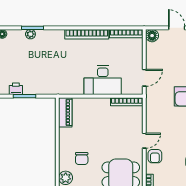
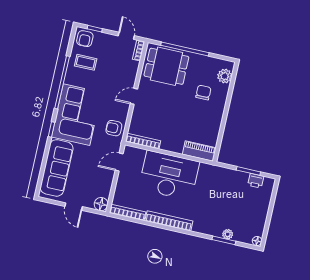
desk: (103, 80) -> (169, 175), width x1.36, depth x1.30
piano: (65, 112) -> (199, 151), moved, turned 90
armchair: (155, 156) -> (114, 128), moved, turned -90

